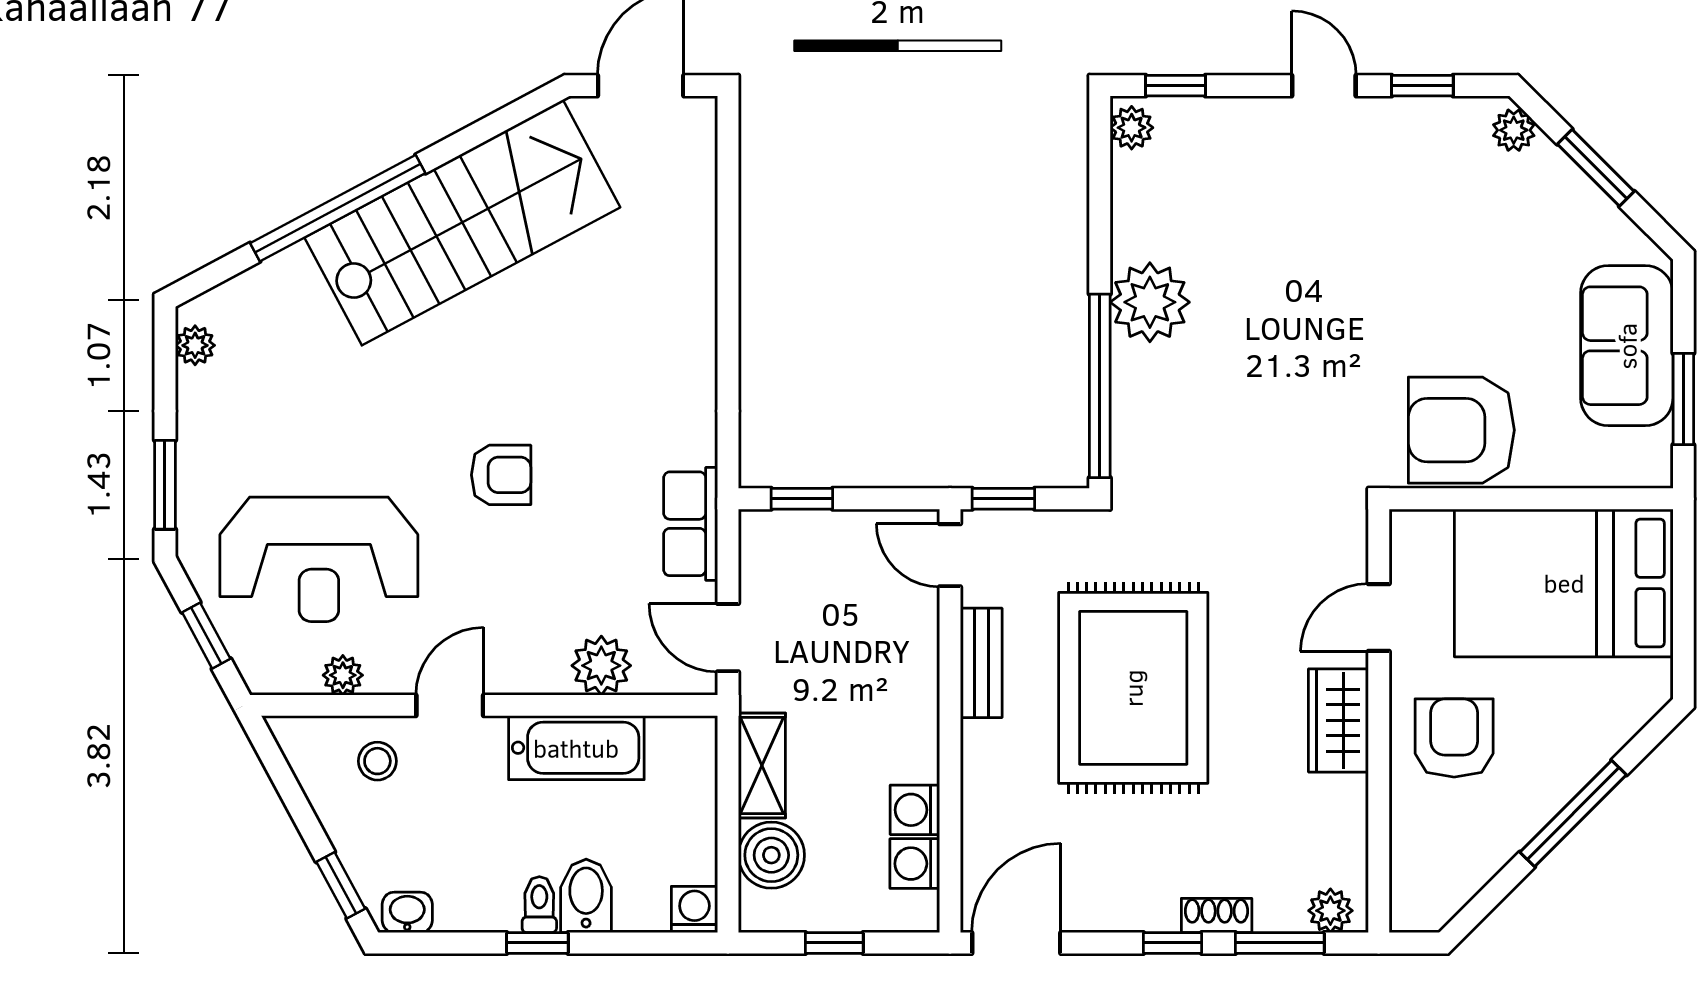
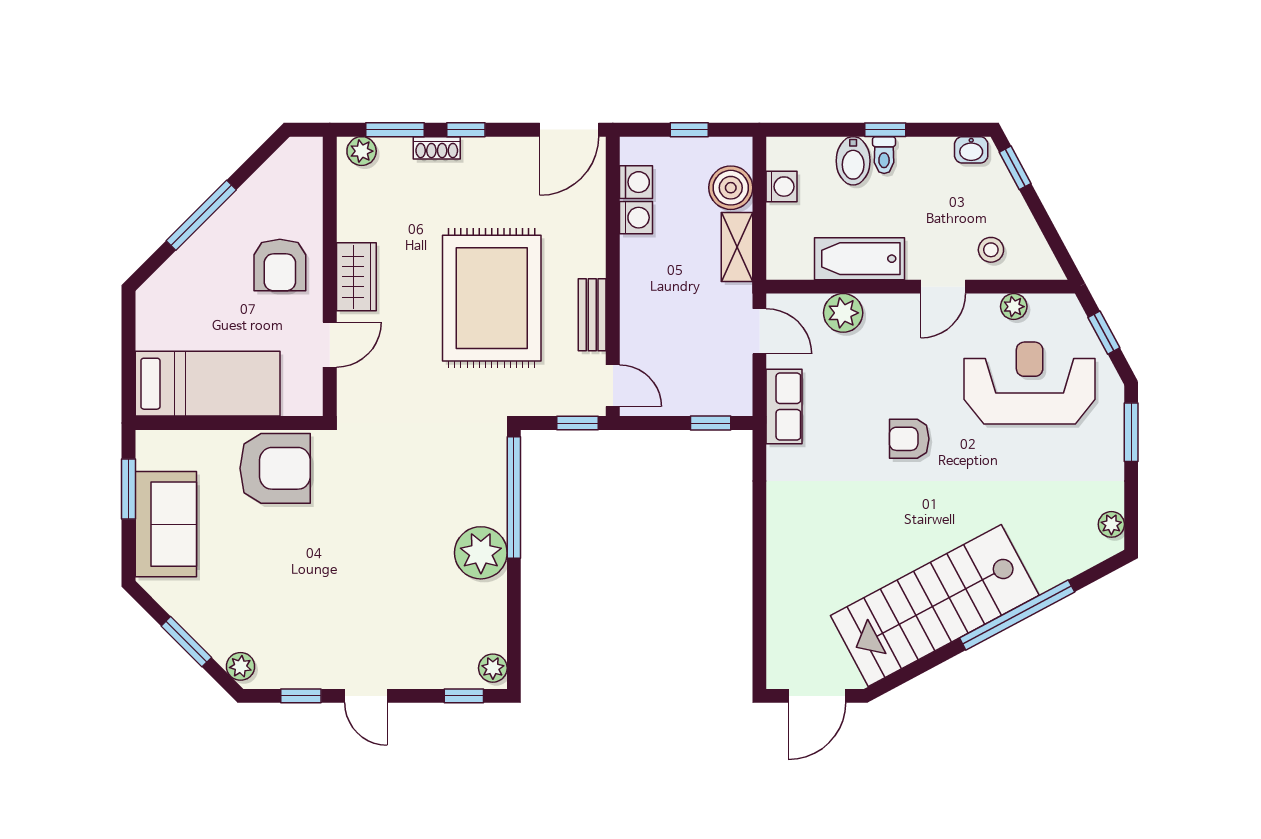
bed: (1564, 583) -> (208, 384), width x0.67
washing machine: (694, 909) -> (782, 187), moved, turned -90

